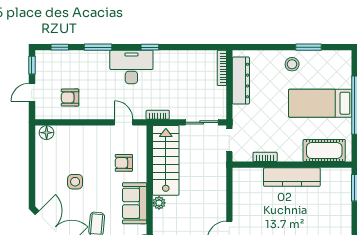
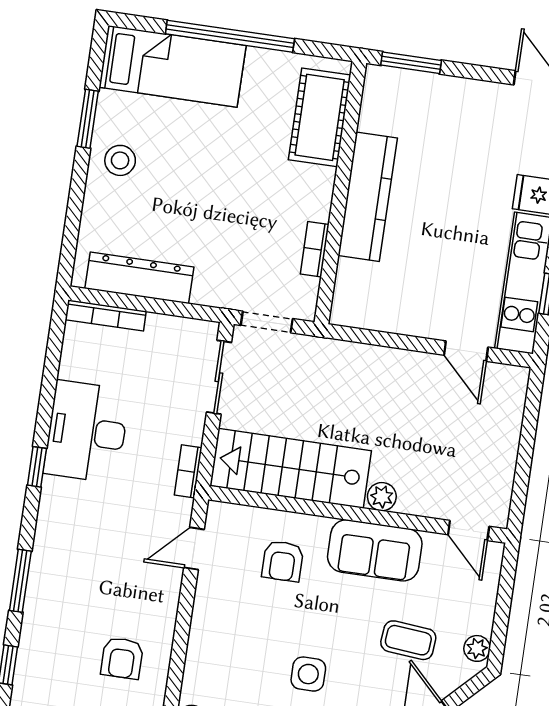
desk: (131, 67) -> (87, 432), moved
bed: (320, 103) -> (173, 66), moved, turned -90

